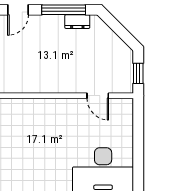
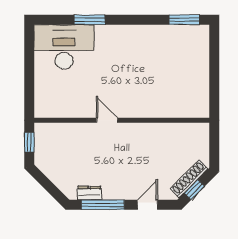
door: (98, 96) -> (107, 120), moved

